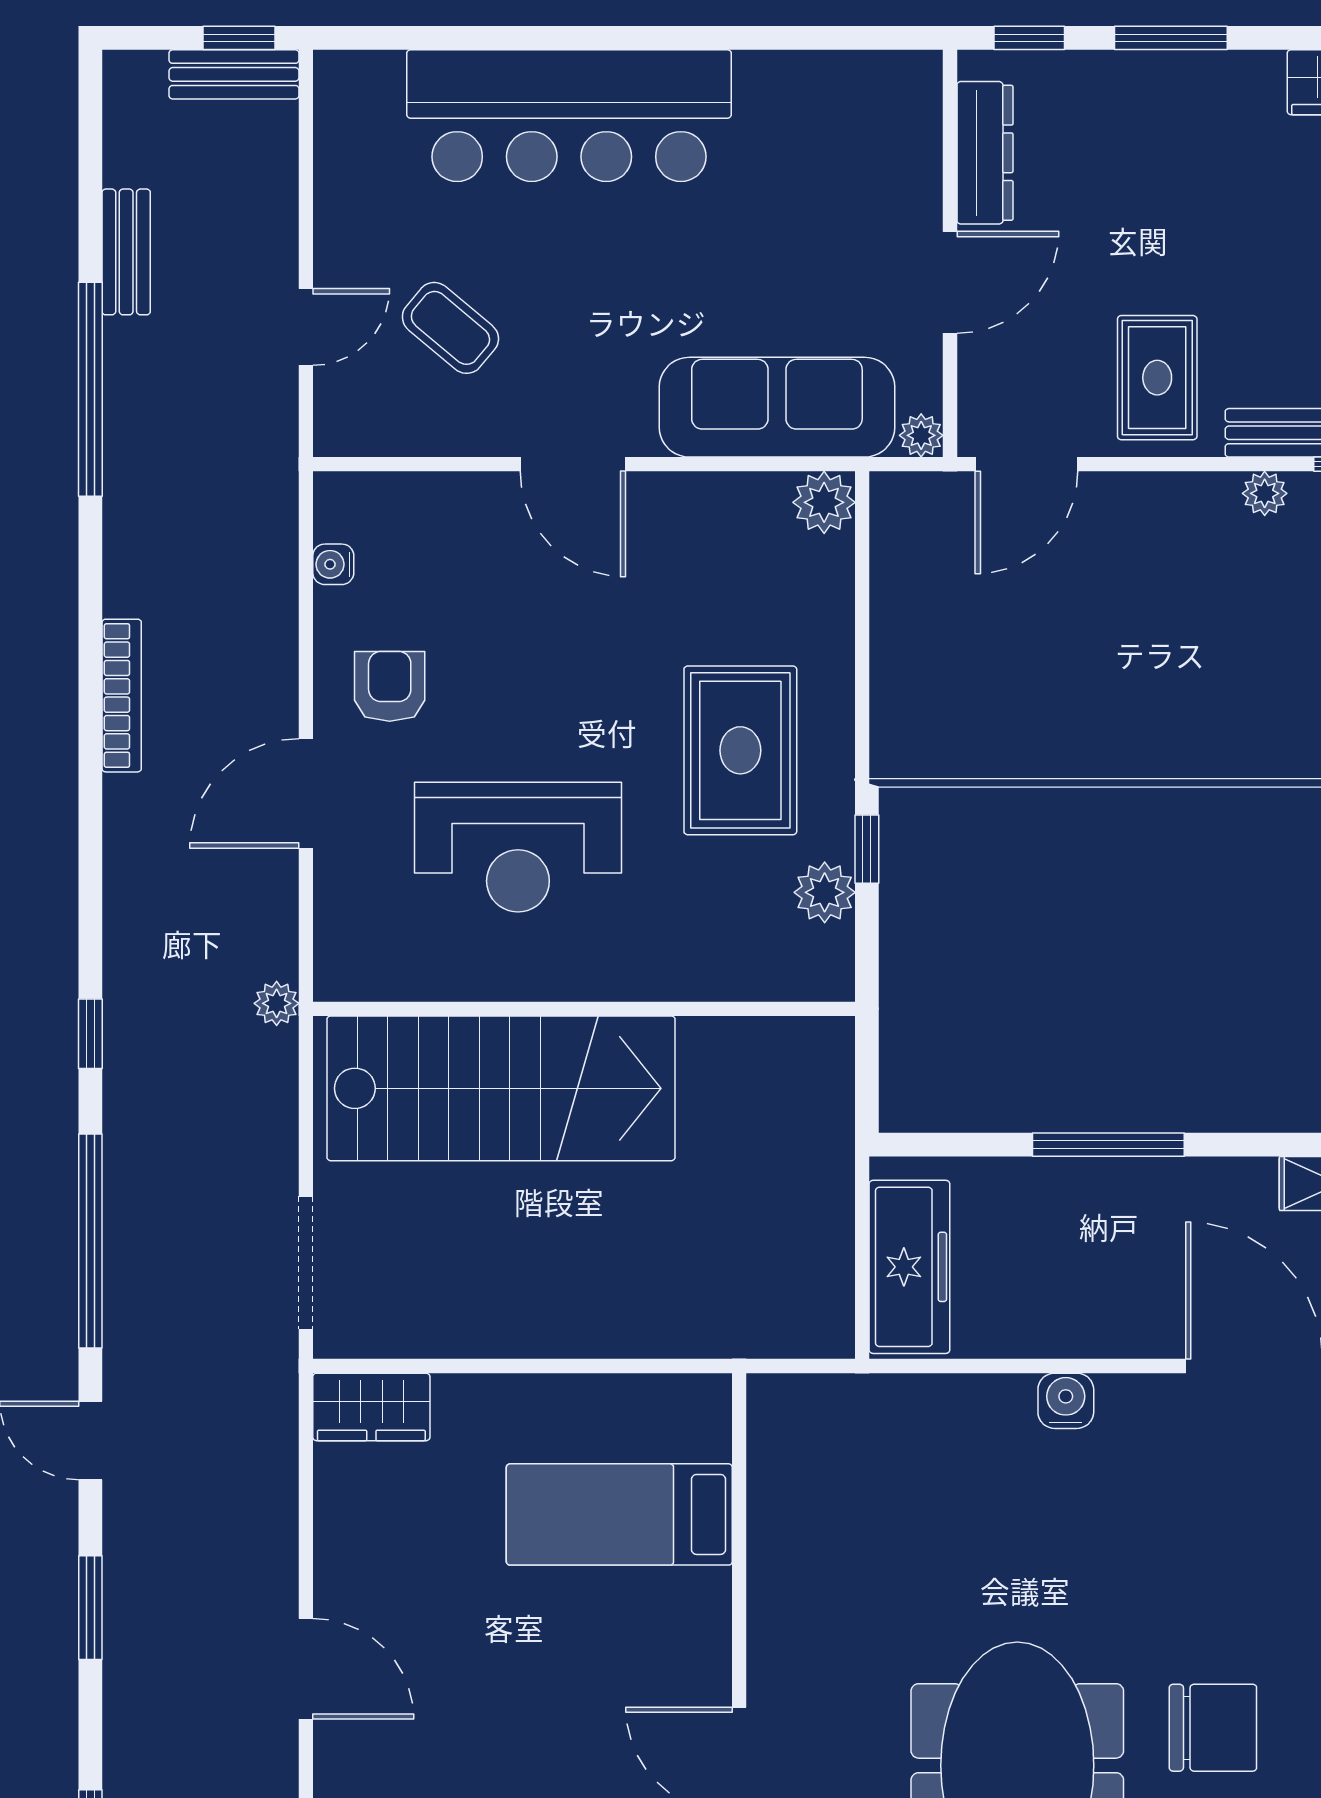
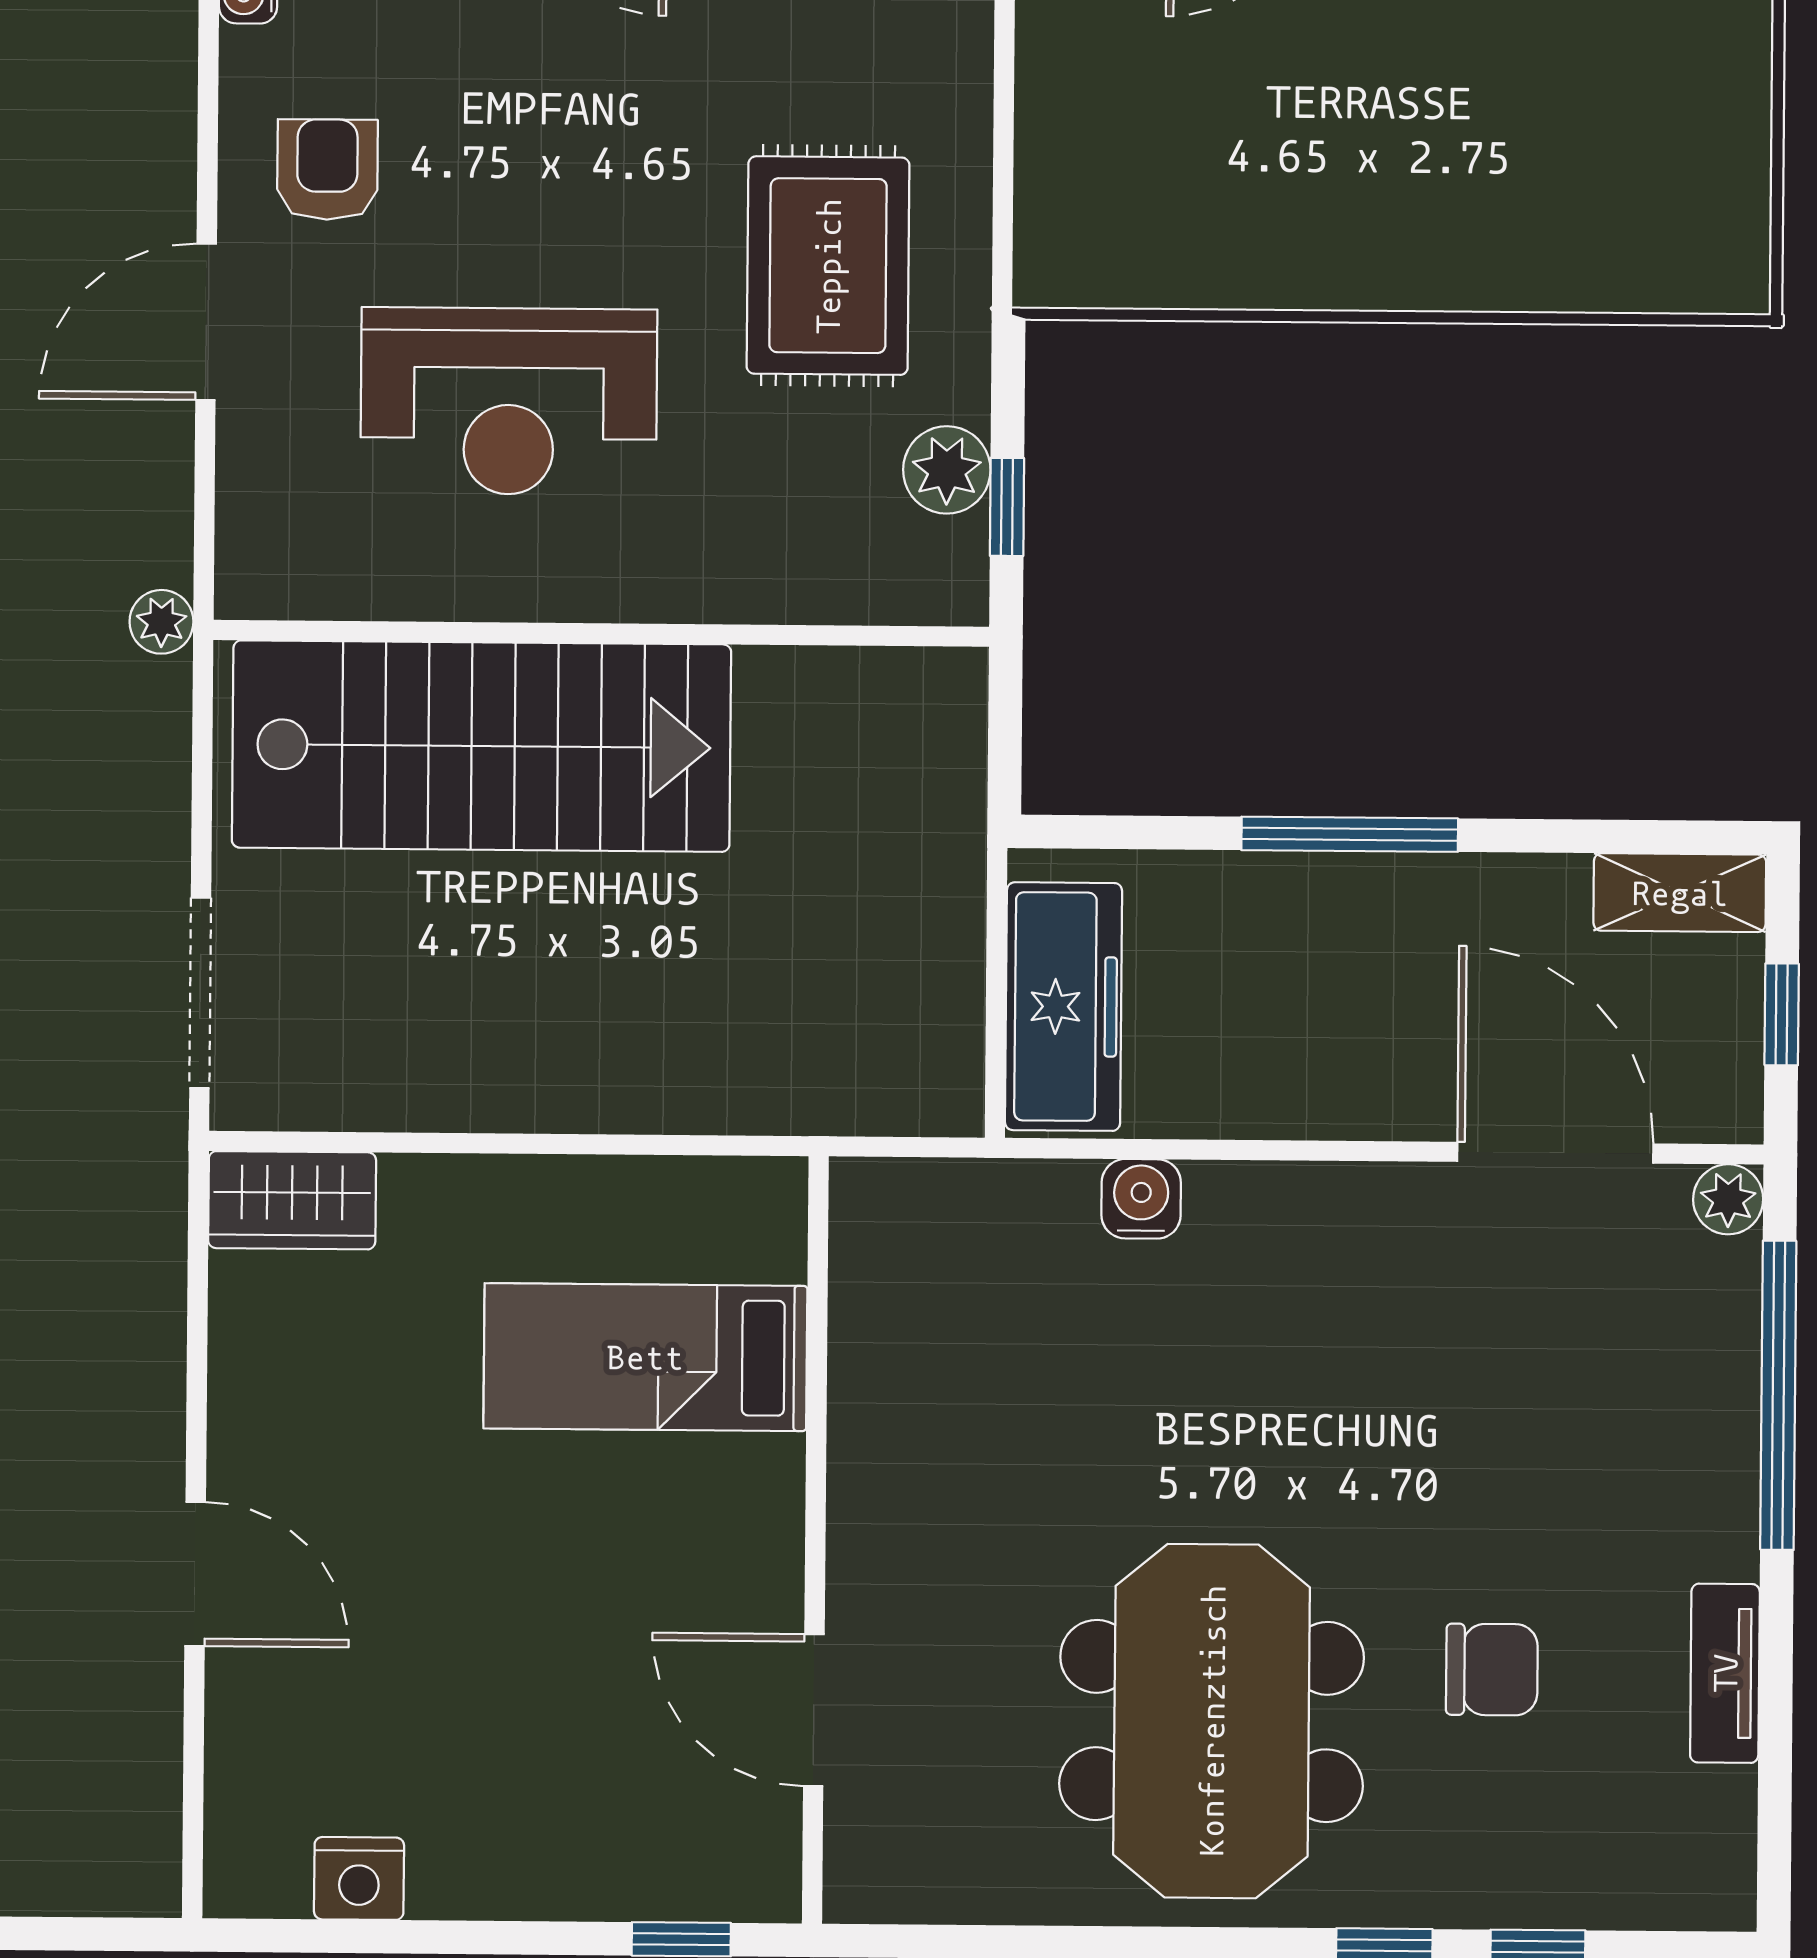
window: (867, 849) -> (1007, 507), moved
water cooler: (1066, 1401) -> (1141, 1199), moved
chair: (1213, 1728) -> (1492, 1670), width x0.73, depth x0.73

